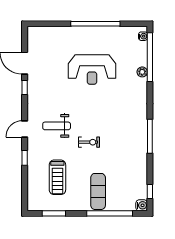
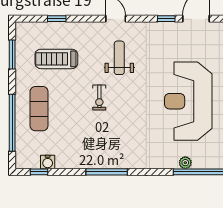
reception desk: (92, 69) -> (188, 101), width x1.36, depth x1.30
window: (25, 158) -> (57, 19), moved
exercise mat: (98, 191) -> (39, 109), turned 90
water cooler: (142, 205) -> (48, 162), moved

